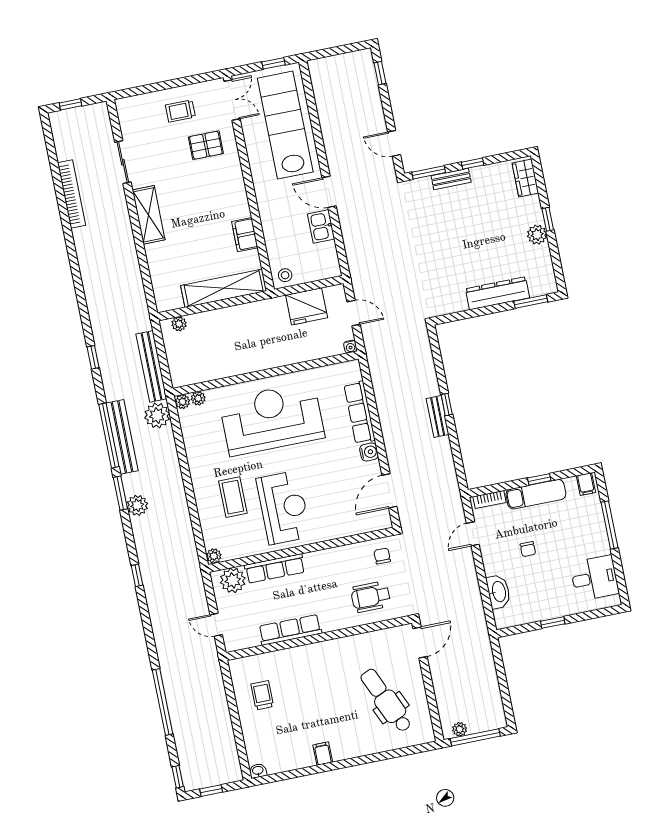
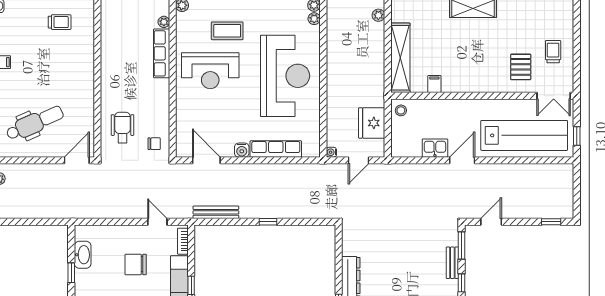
filing cabinet: (245, 235) -> (434, 84), width x0.50
bench: (438, 416) -> (216, 212), moved, width x1.36
chair: (528, 549) -> (136, 264), width x1.87, depth x1.87
plant: (233, 580) -> (164, 22), width x0.53, depth x0.53
washbasin: (498, 592) -> (83, 255), moved, turned -90
row of seats: (290, 630) -> (109, 56), removed
door: (420, 643) -> (77, 160), swing flipped

